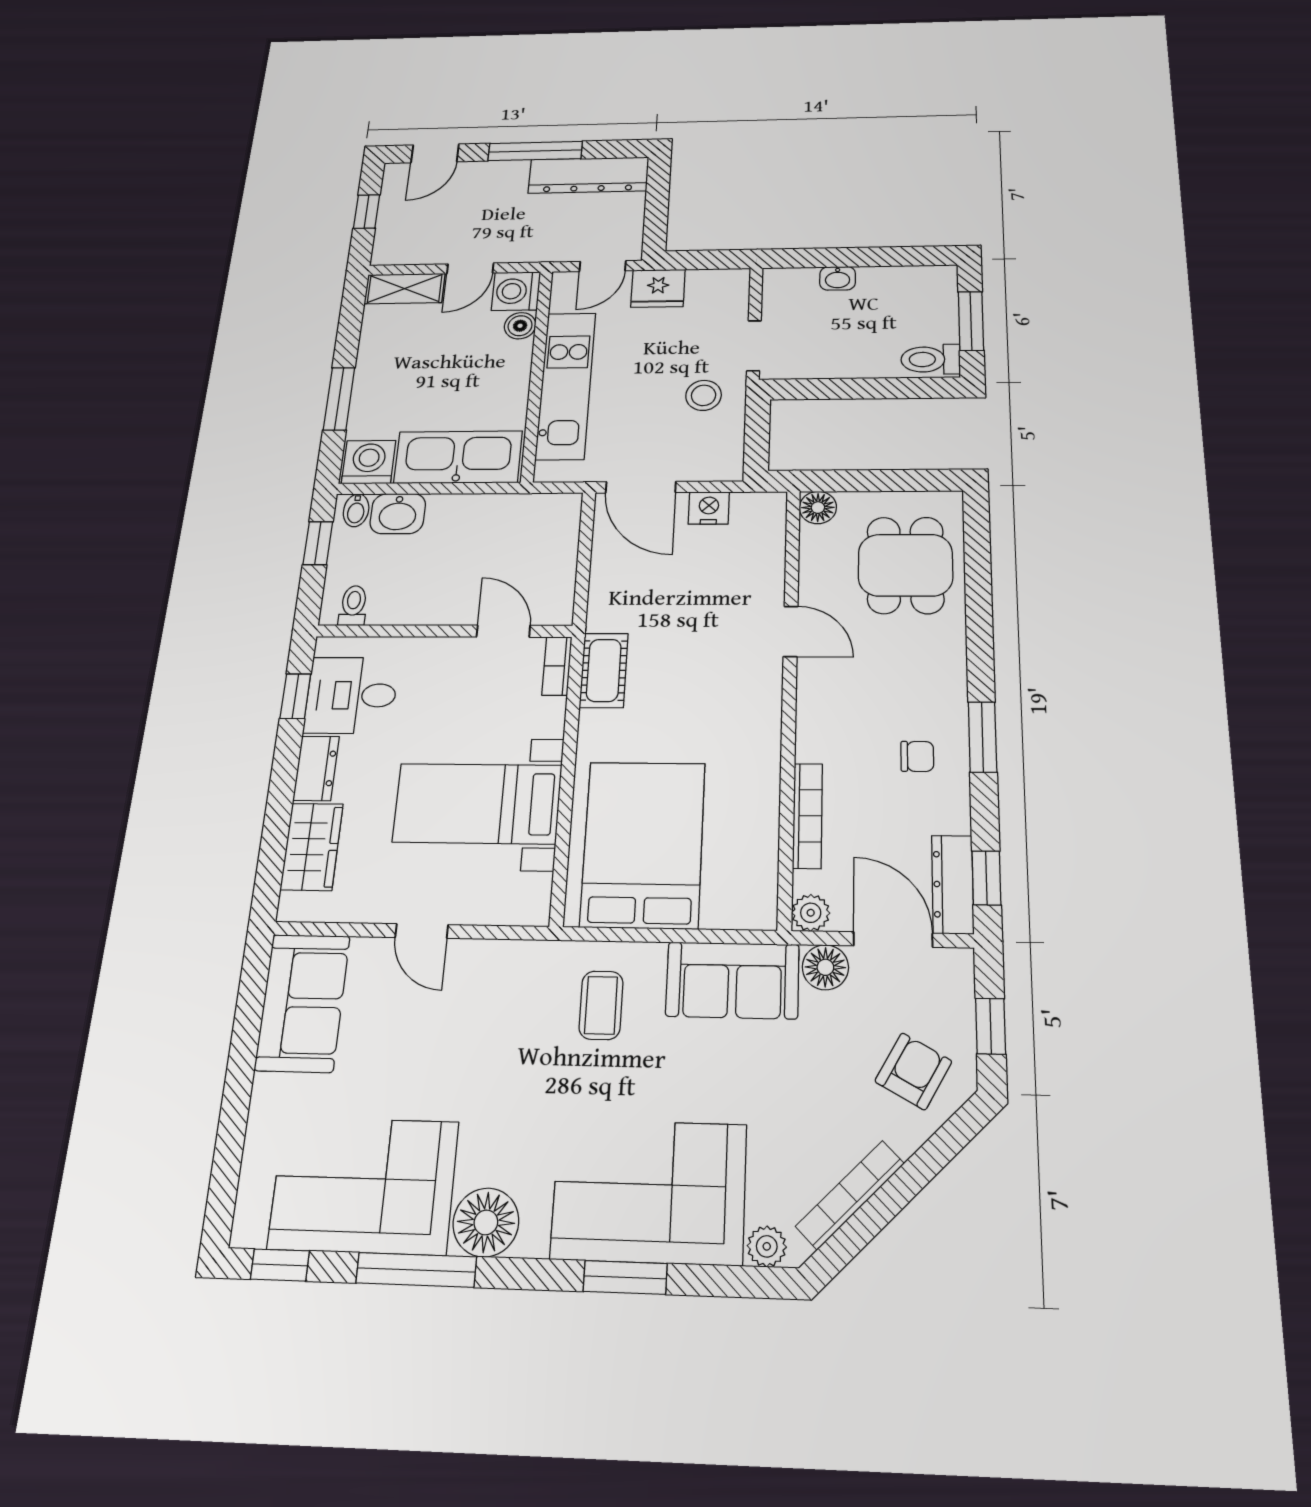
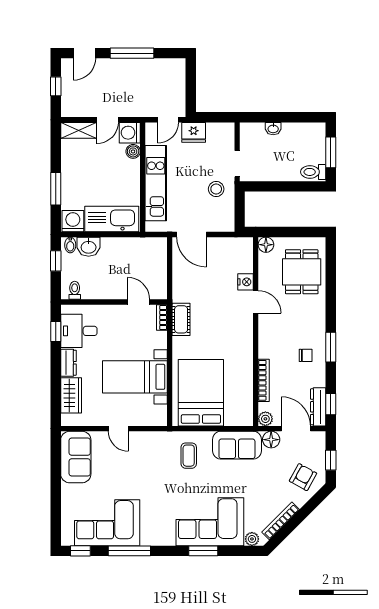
dresser: (589, 175) -> (158, 68), removed
nightstand: (709, 508) -> (245, 282), moved, turned 90
floor lamp: (486, 1222) -> (153, 534), removed

